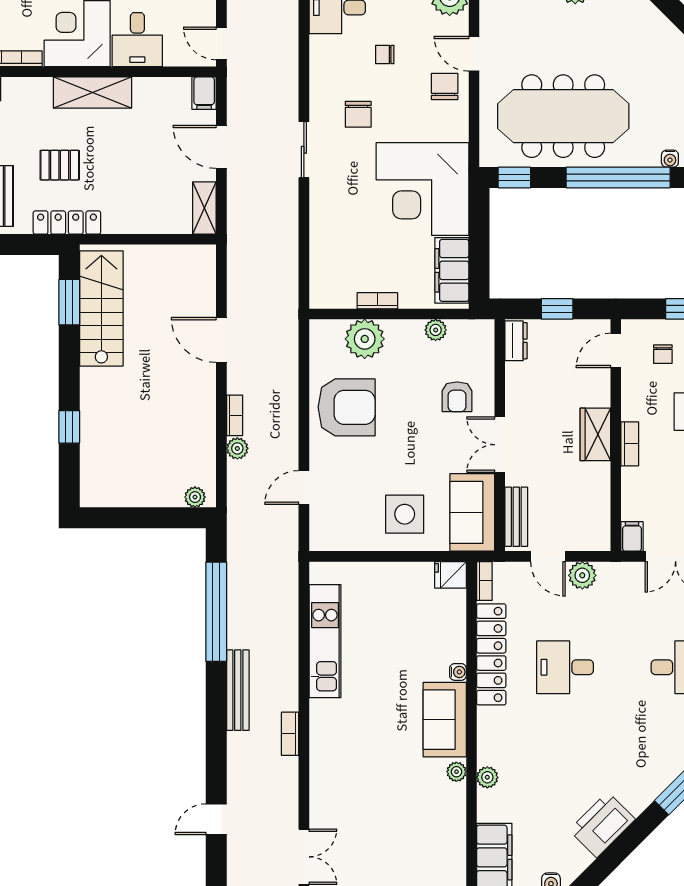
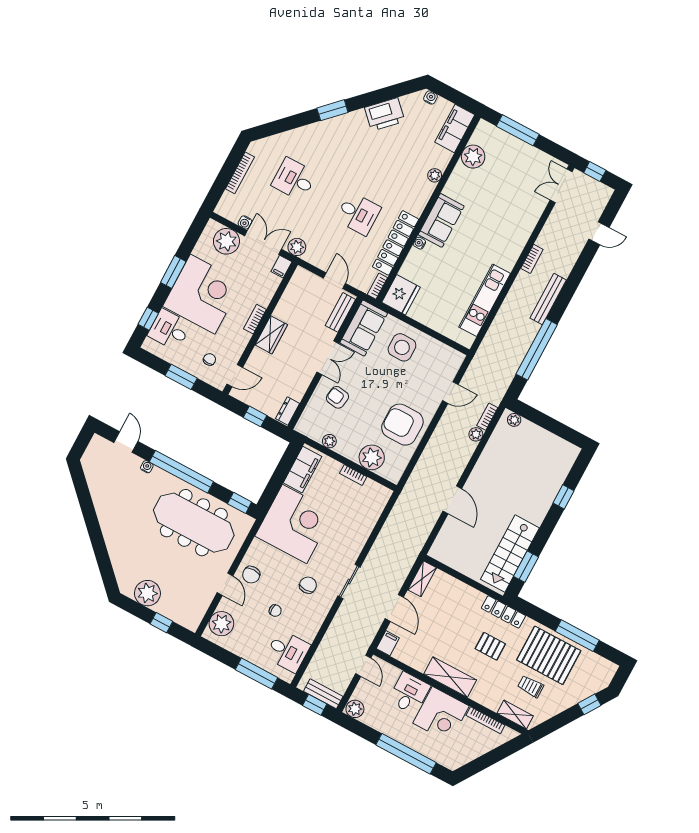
armchair: (457, 397) -> (337, 397), turned -81
bookcase: (235, 415) -> (487, 417), moved
fridge: (450, 575) -> (401, 295), width x1.88, depth x1.34
plant: (582, 575) -> (297, 247), moved
plant: (456, 772) -> (473, 157), moved, width x1.88, depth x1.88

